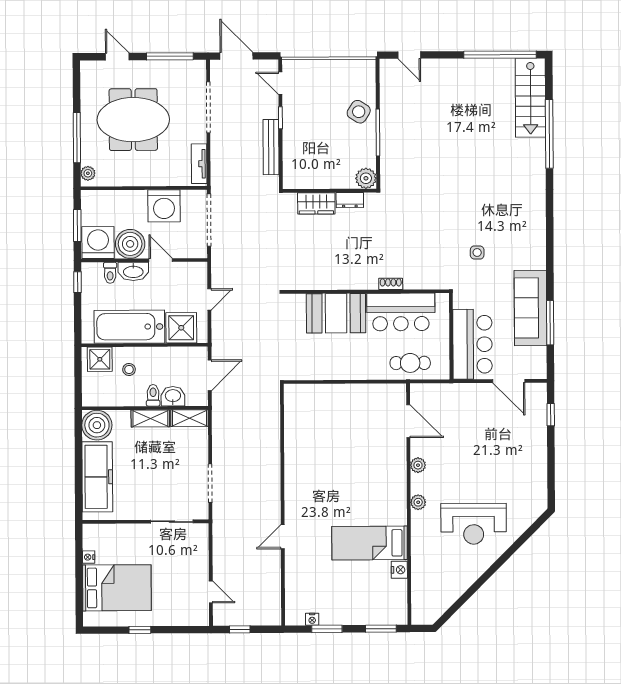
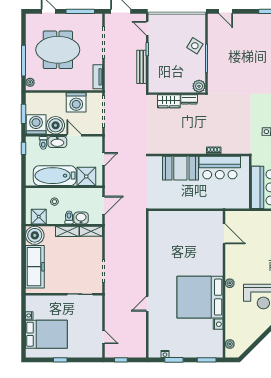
shower: (100, 359) -> (39, 217), moved
cafe table: (410, 363) -> (225, 199), removed
plant: (418, 465) -> (230, 344), moved
bed: (370, 543) -> (200, 297), width x2.04

